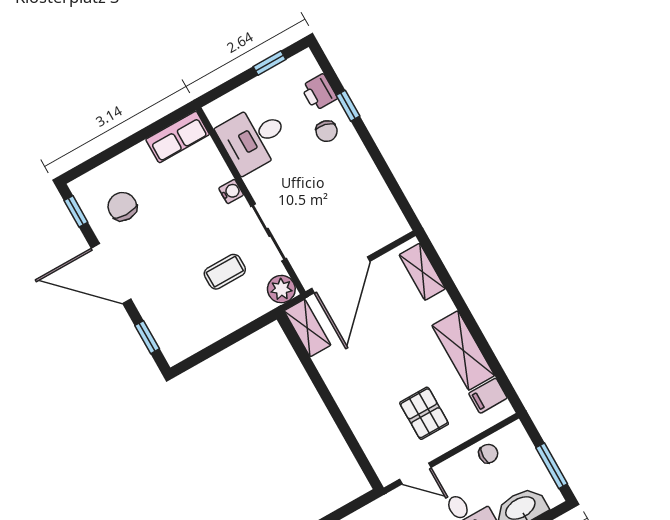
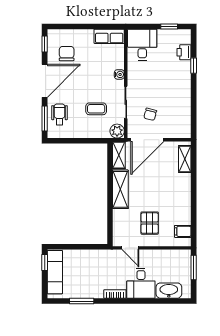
chair: (327, 131) -> (150, 114), moved
desk: (254, 138) -> (142, 45), moved, turned 90
door: (111, 274) -> (45, 81), swing flipped
wheelchair: (168, 316) -> (60, 114), added
window: (147, 337) -> (45, 119), width x1.50
shelving: (463, 350) -> (120, 189), moved
chair: (488, 454) -> (168, 258), removed
window: (552, 466) -> (194, 267), moved

